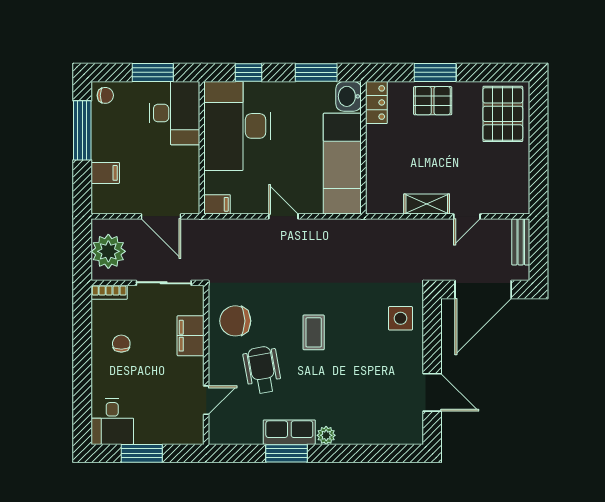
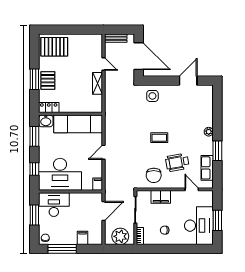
desk: (112, 422) -> (199, 226), width x1.87, depth x1.30
row of seats: (289, 432) -> (207, 168), moved

